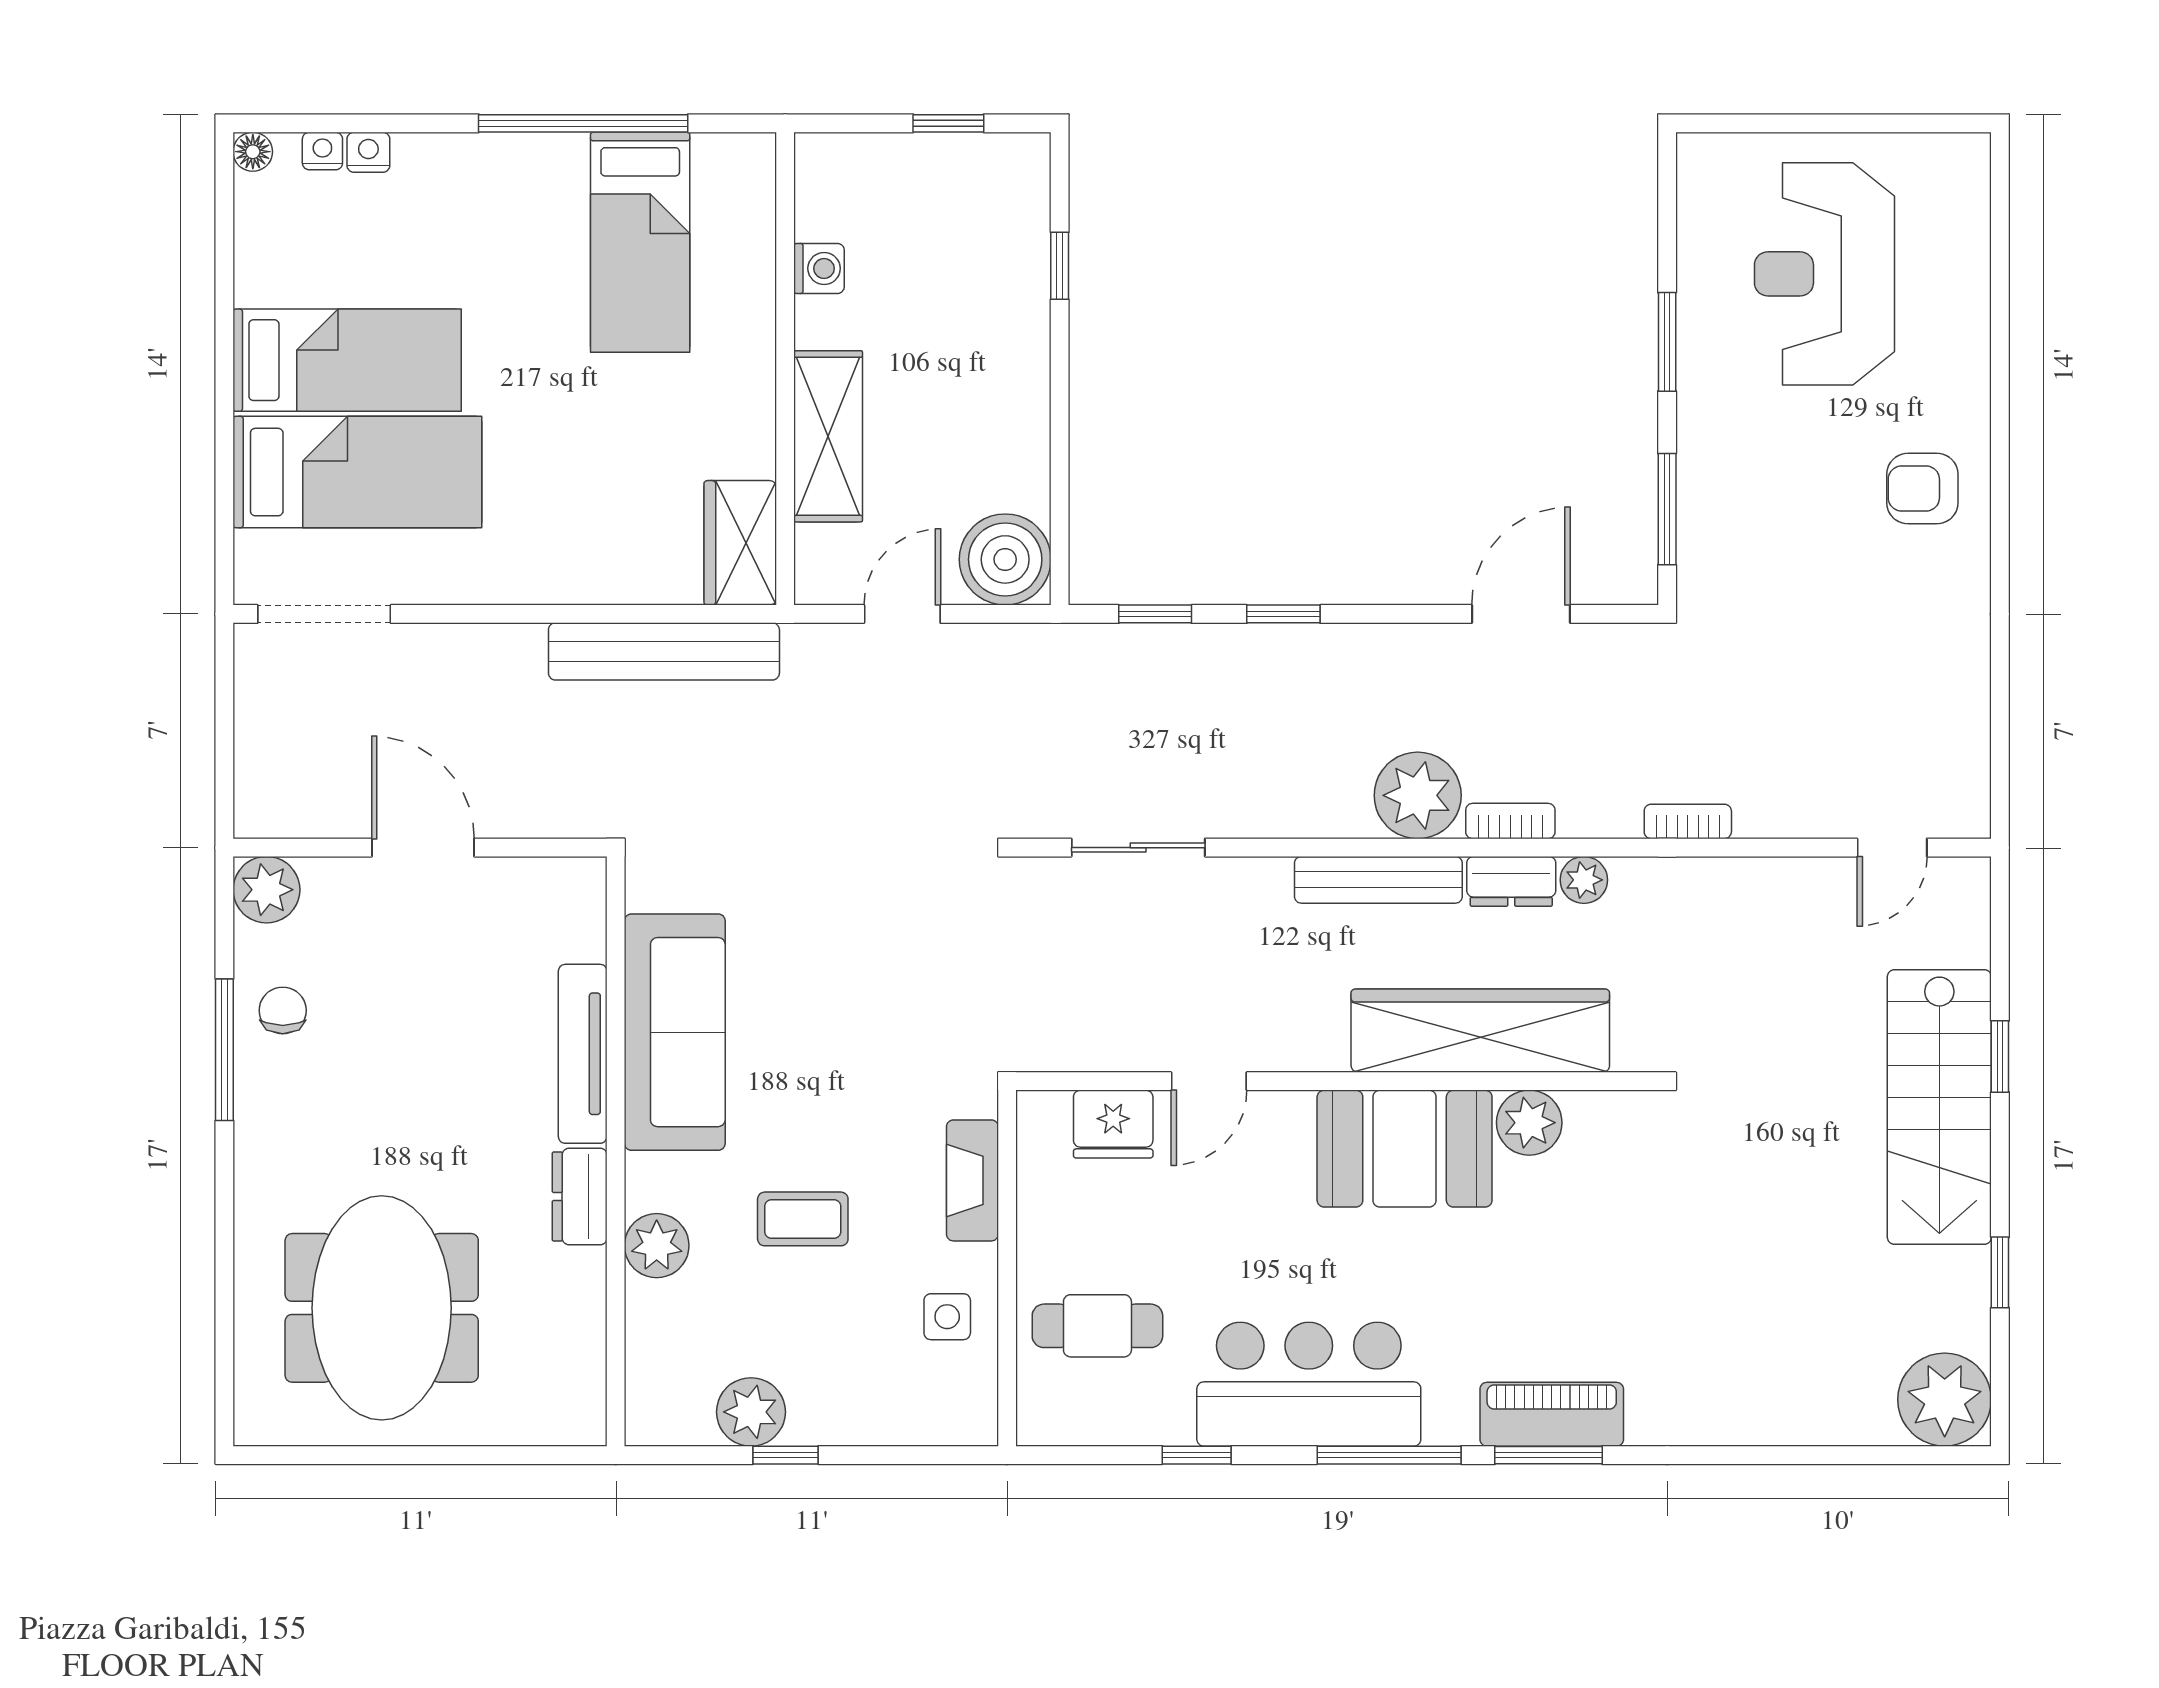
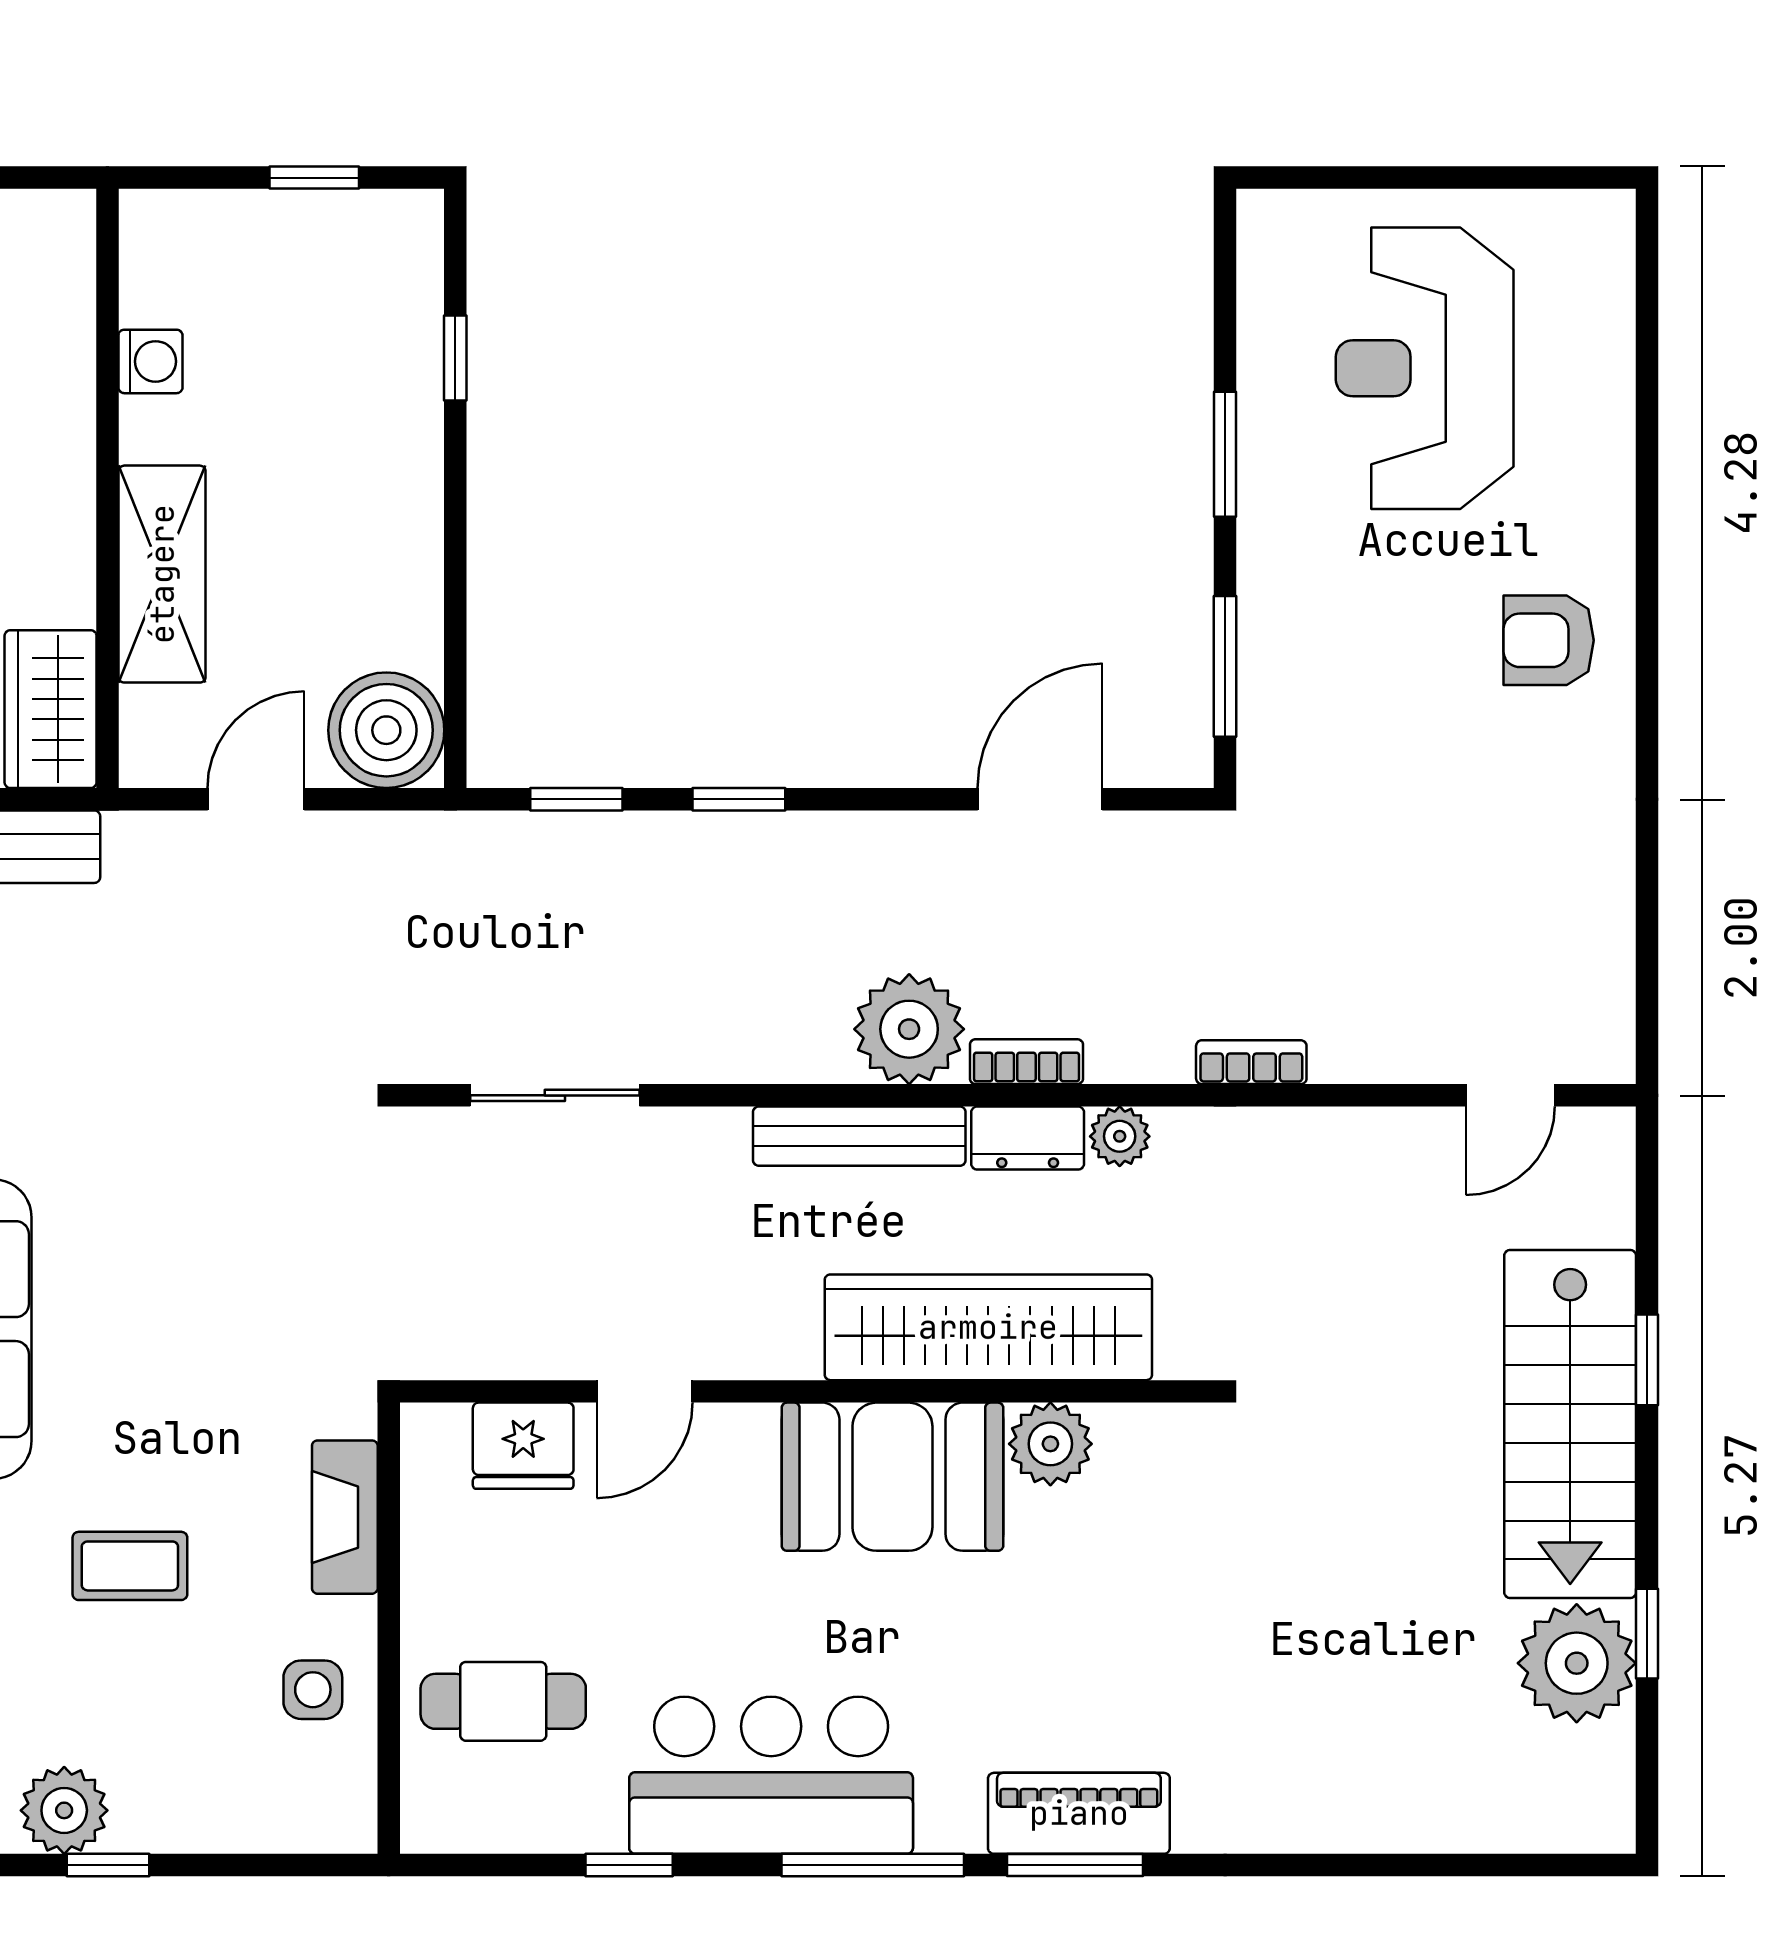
plant: (1945, 1400) -> (1577, 1663), moved

